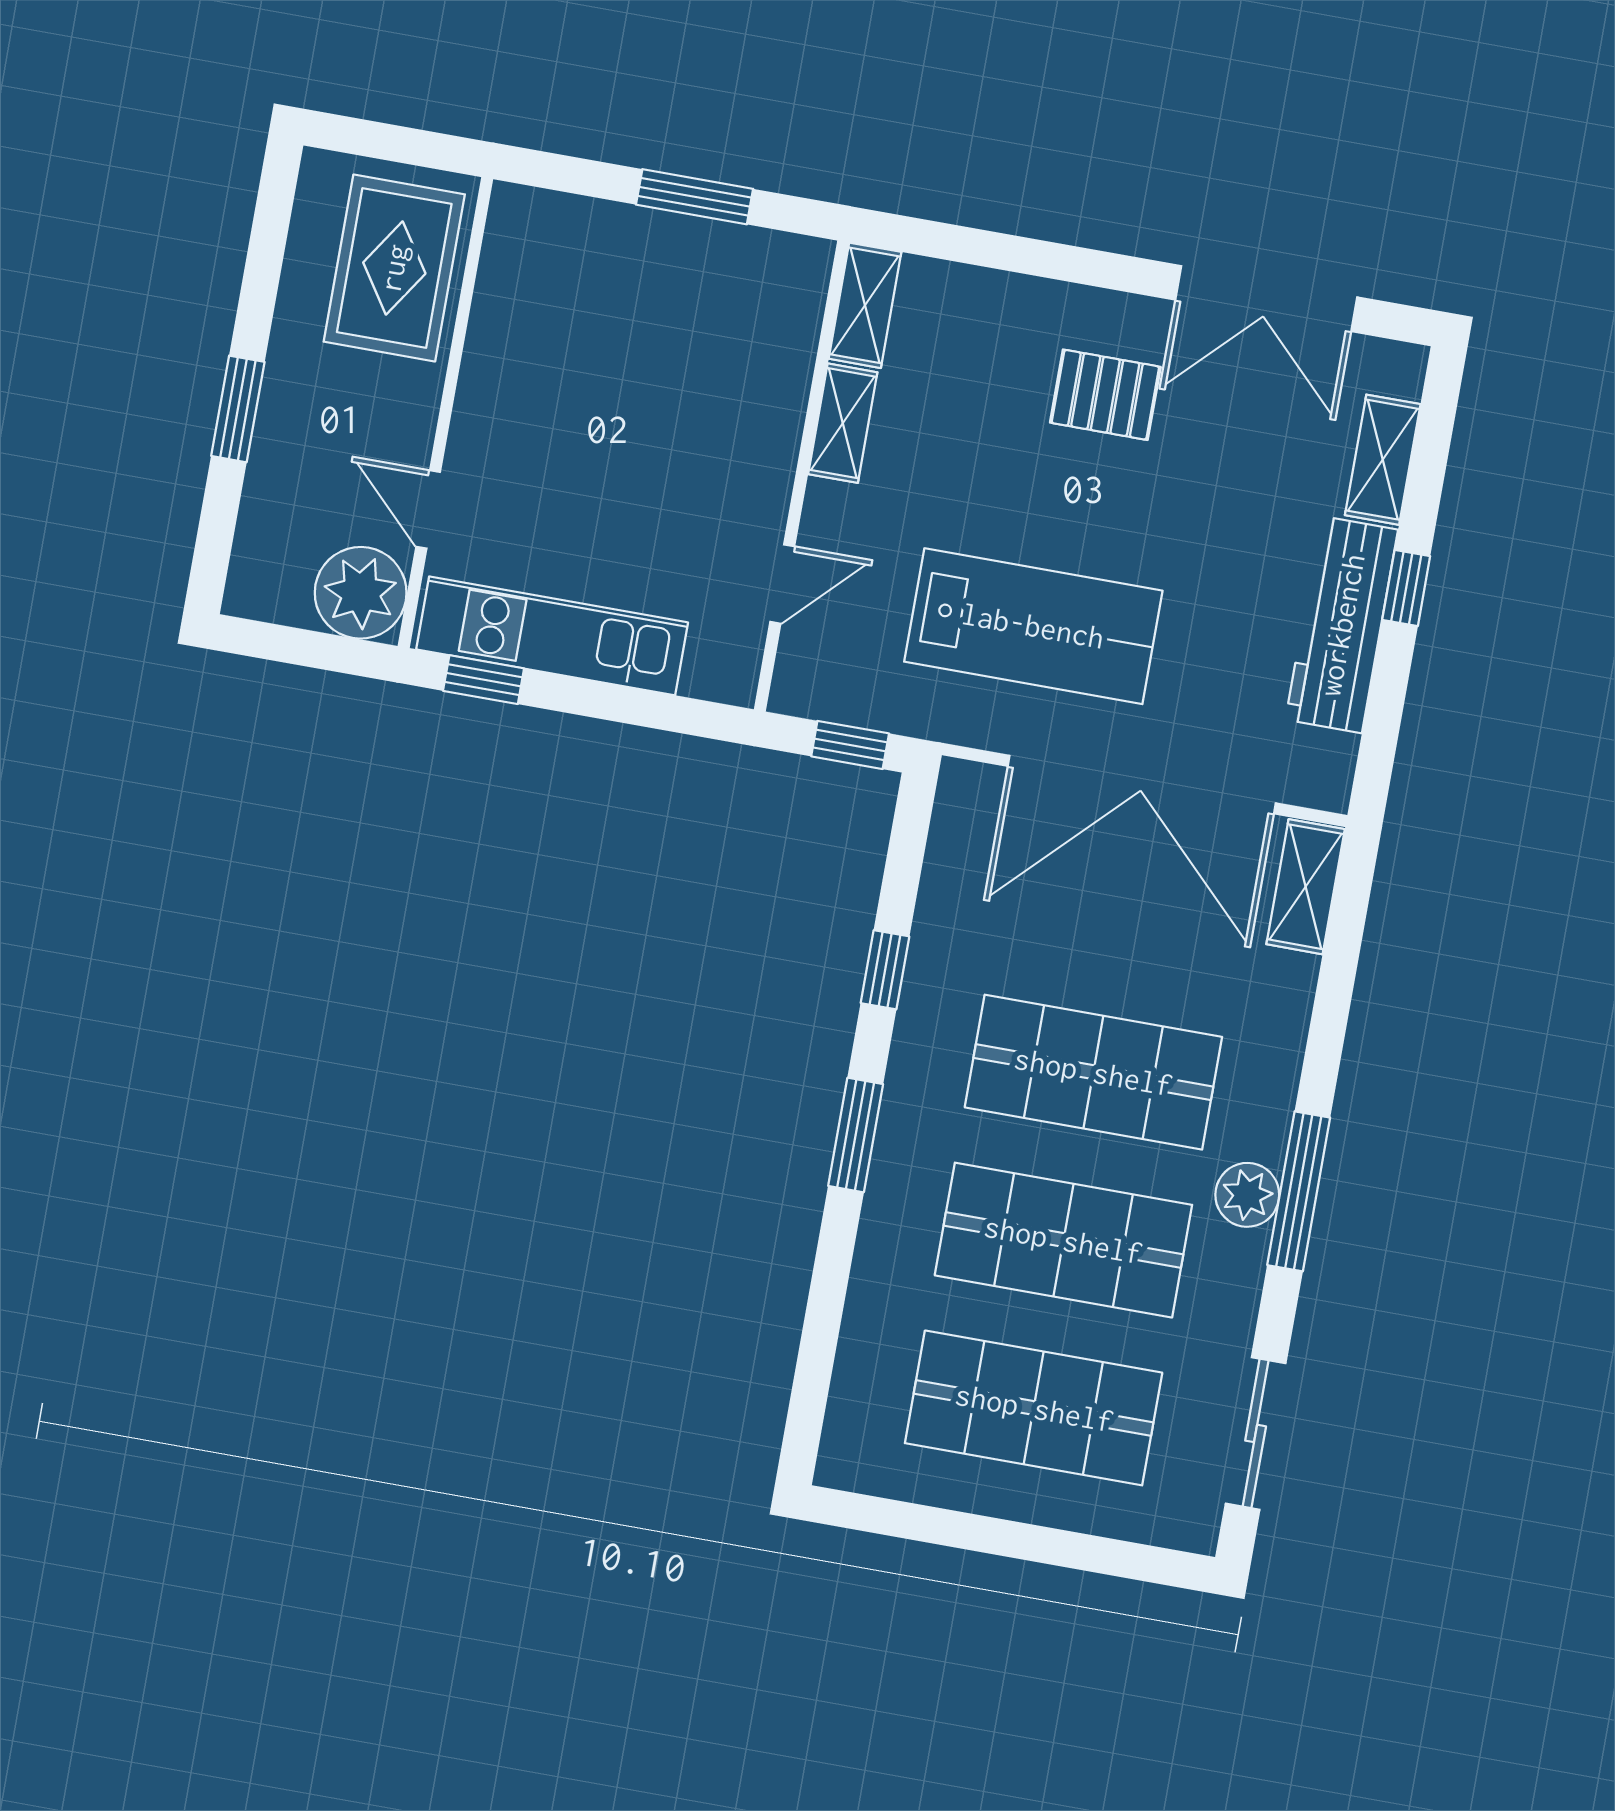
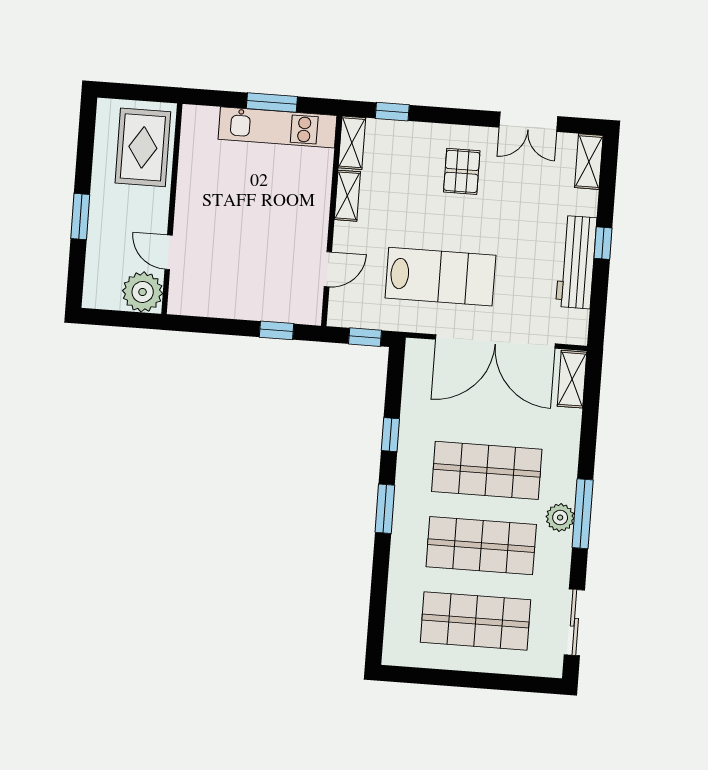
window: (963, 245) -> (392, 112), added
double door: (1266, 299) -> (528, 122), width x0.73
pallet: (1105, 395) -> (462, 171), turned 90
shelving: (1383, 460) -> (589, 162), moved
kitchen unit: (552, 636) -> (278, 127), moved, turned 180
window: (484, 680) -> (277, 330), moved

